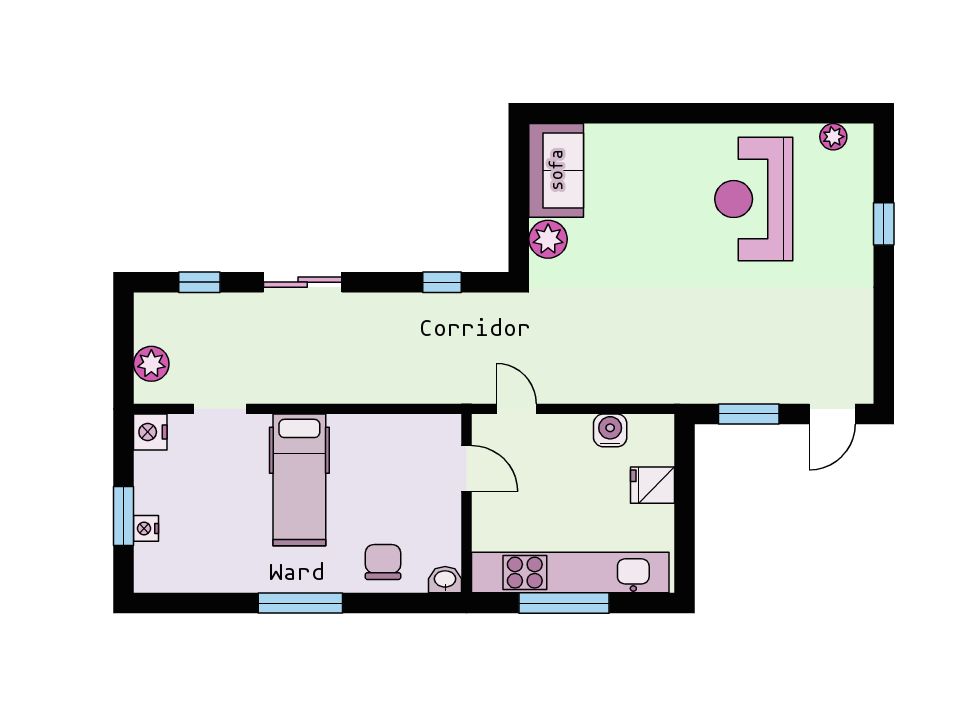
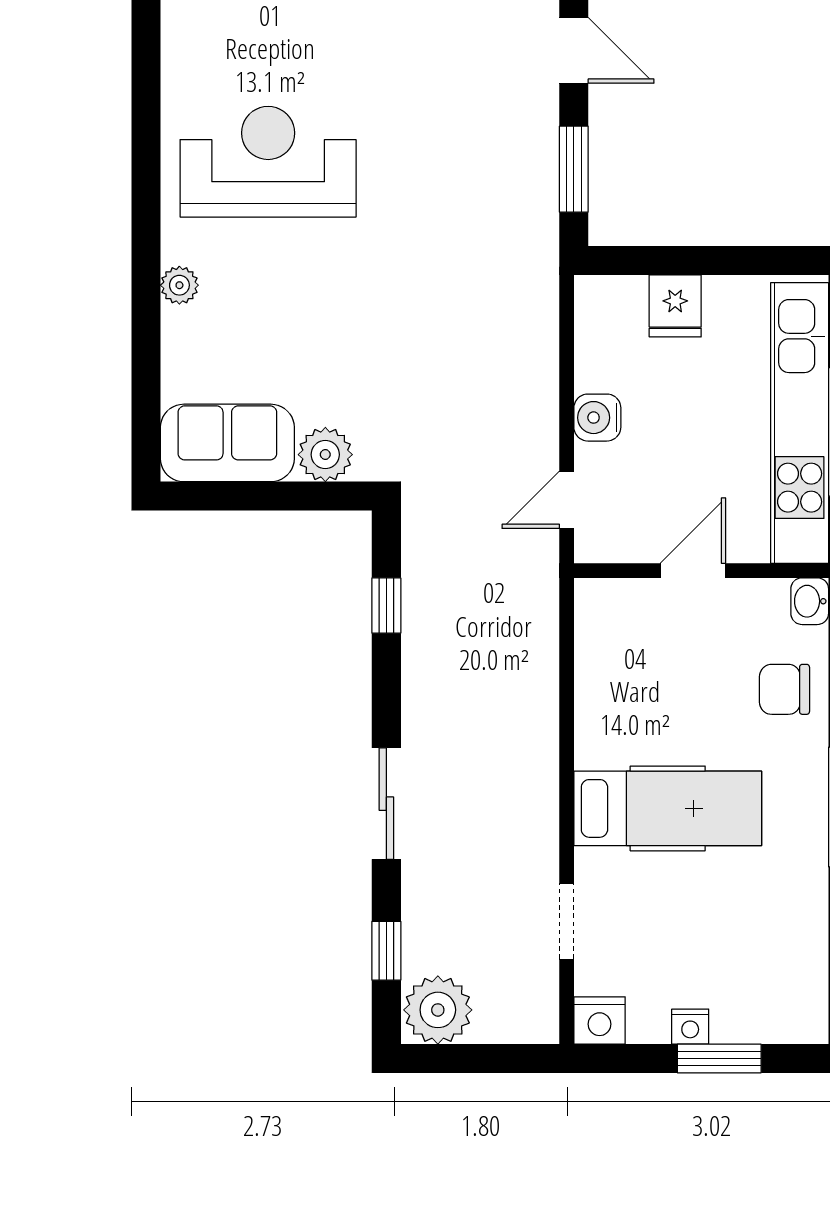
plant: (833, 137) -> (179, 285), moved
reception desk: (754, 199) -> (268, 162), turned 180
plant: (151, 364) -> (438, 1010), moved, width x1.36, depth x1.36
water cooler: (610, 430) -> (597, 418), moved
door: (466, 468) -> (693, 571), moved
nightstand: (146, 528) -> (690, 1027), moved

